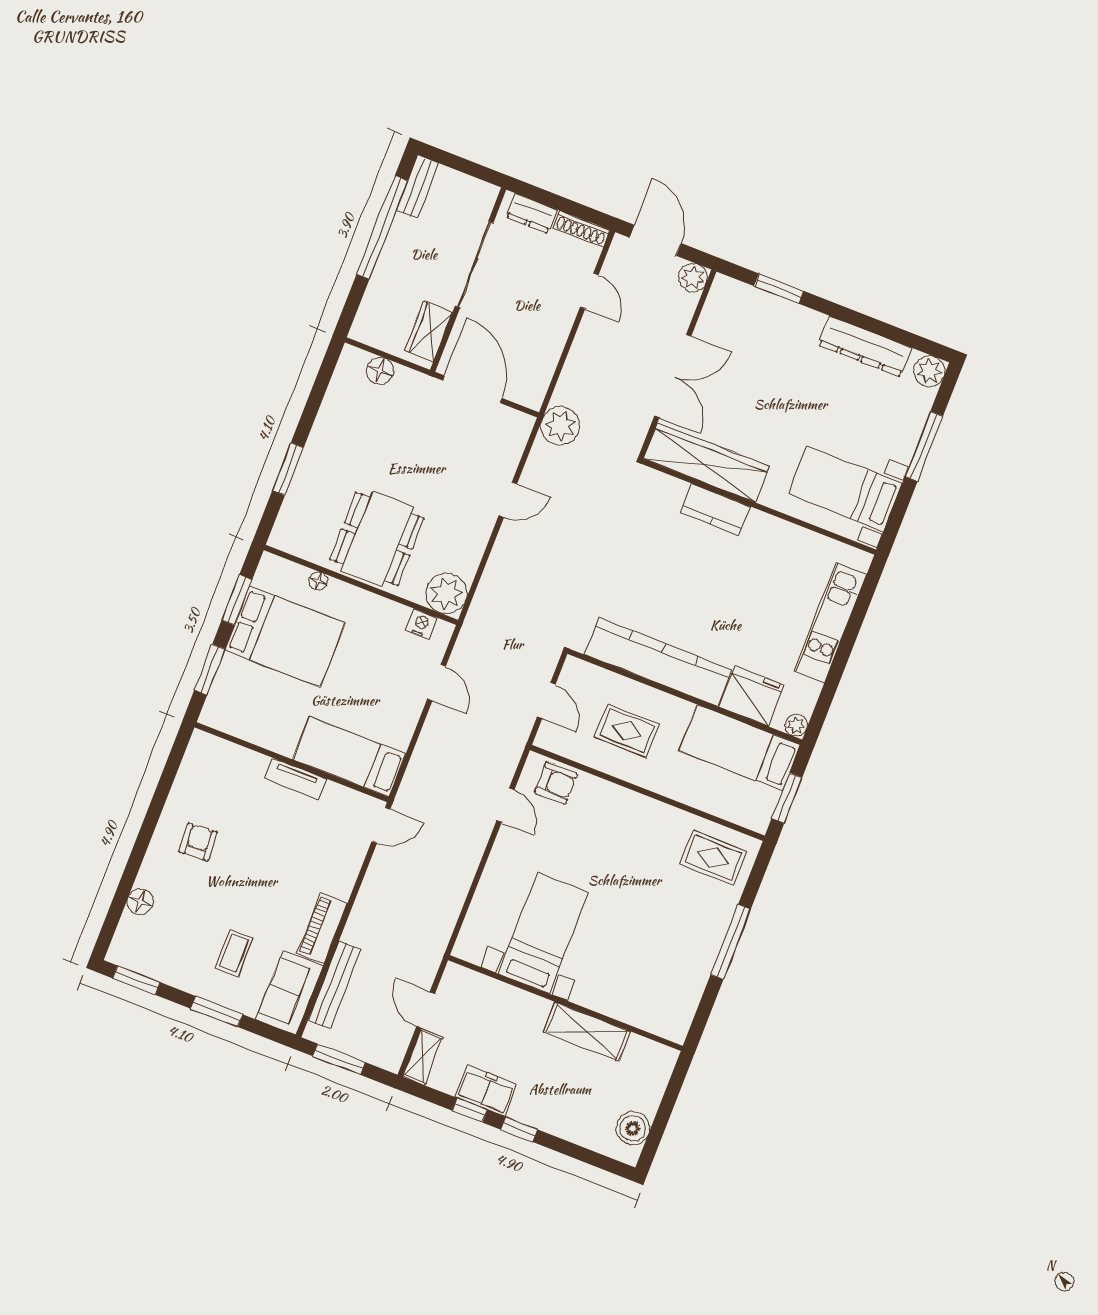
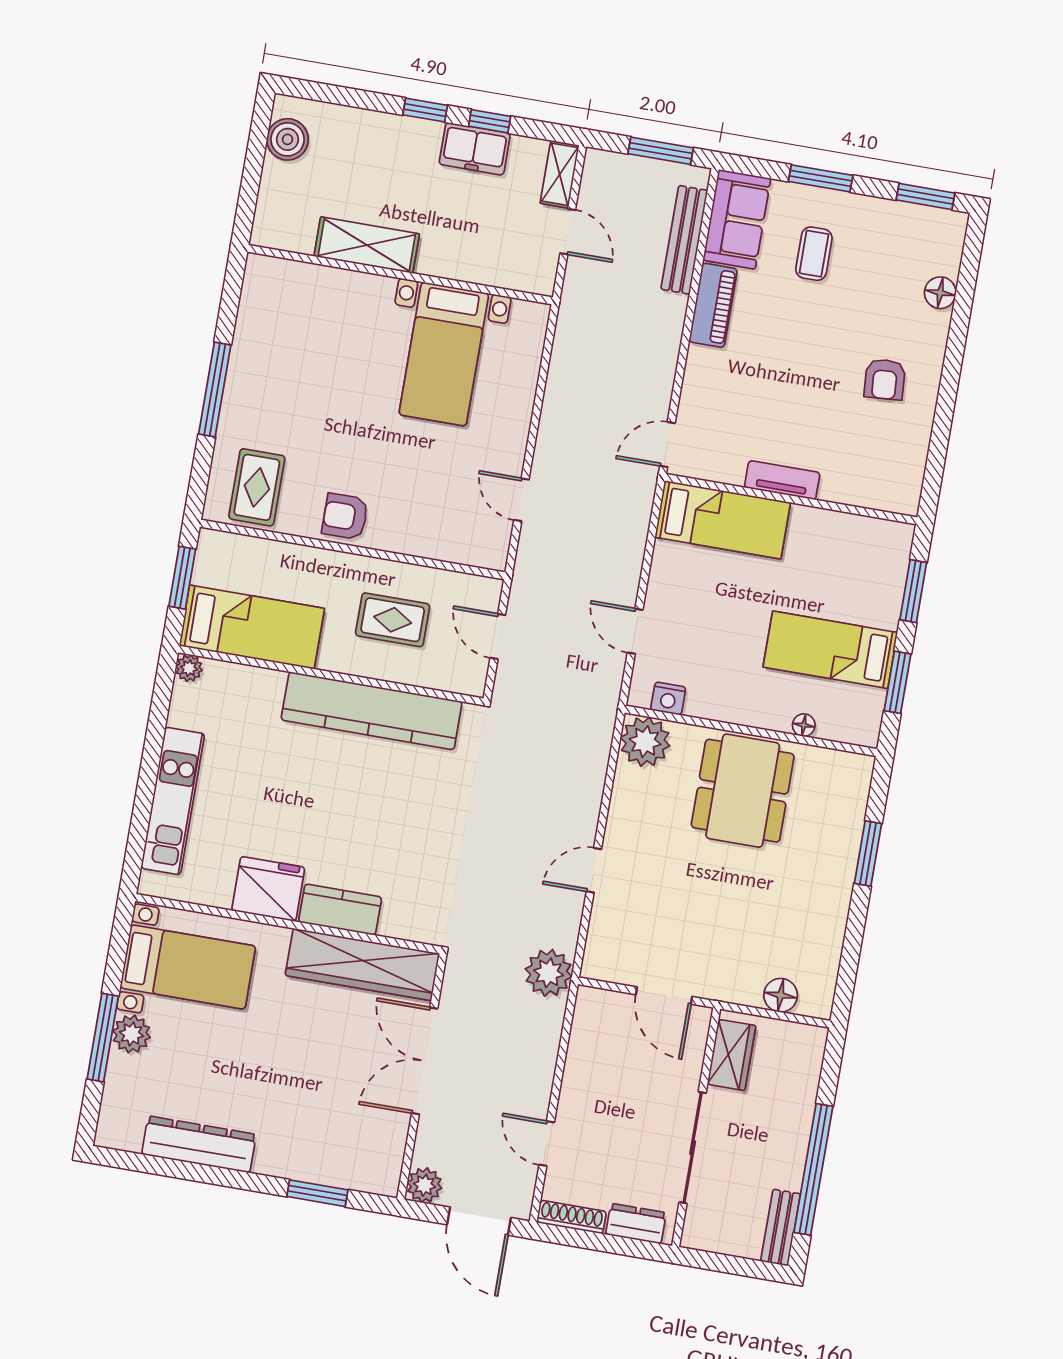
plant: (929, 371) -> (131, 1034), moved
door: (472, 389) -> (664, 996), width x0.73
bed: (285, 636) -> (830, 650), width x0.67
fridge: (752, 696) -> (268, 889), moved, turned 180
armchair: (556, 783) -> (345, 516), moved
rug: (713, 858) -> (257, 487), turned 90

